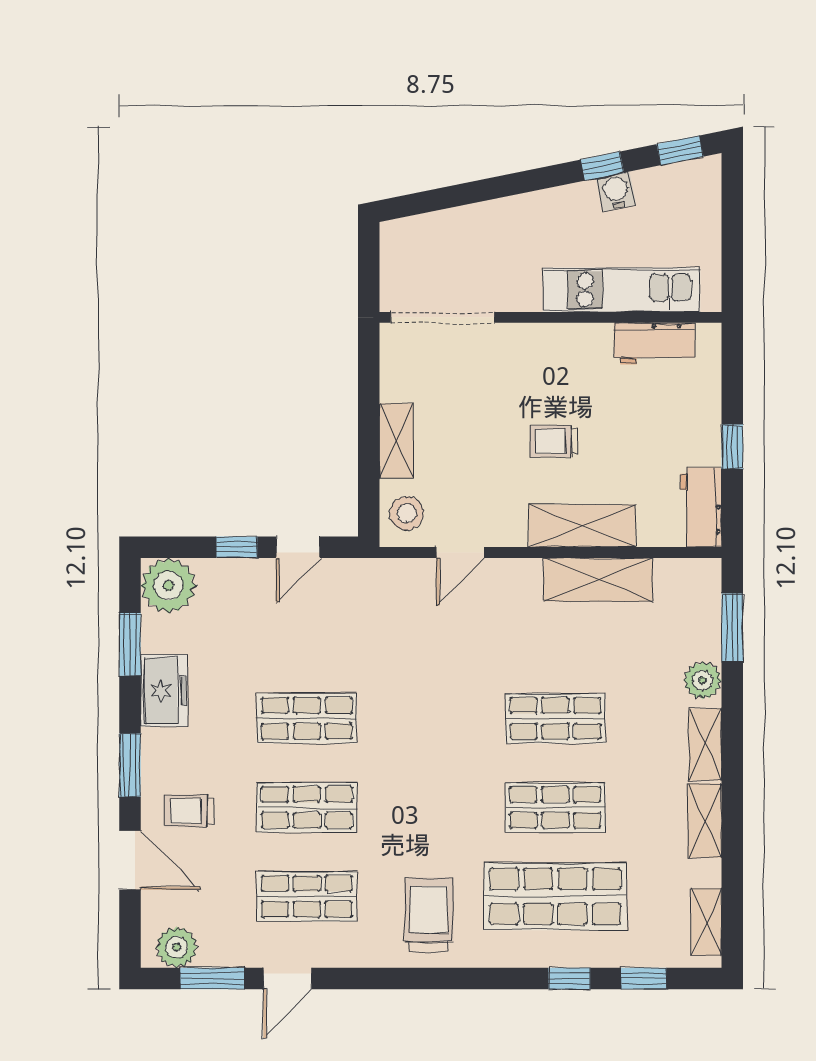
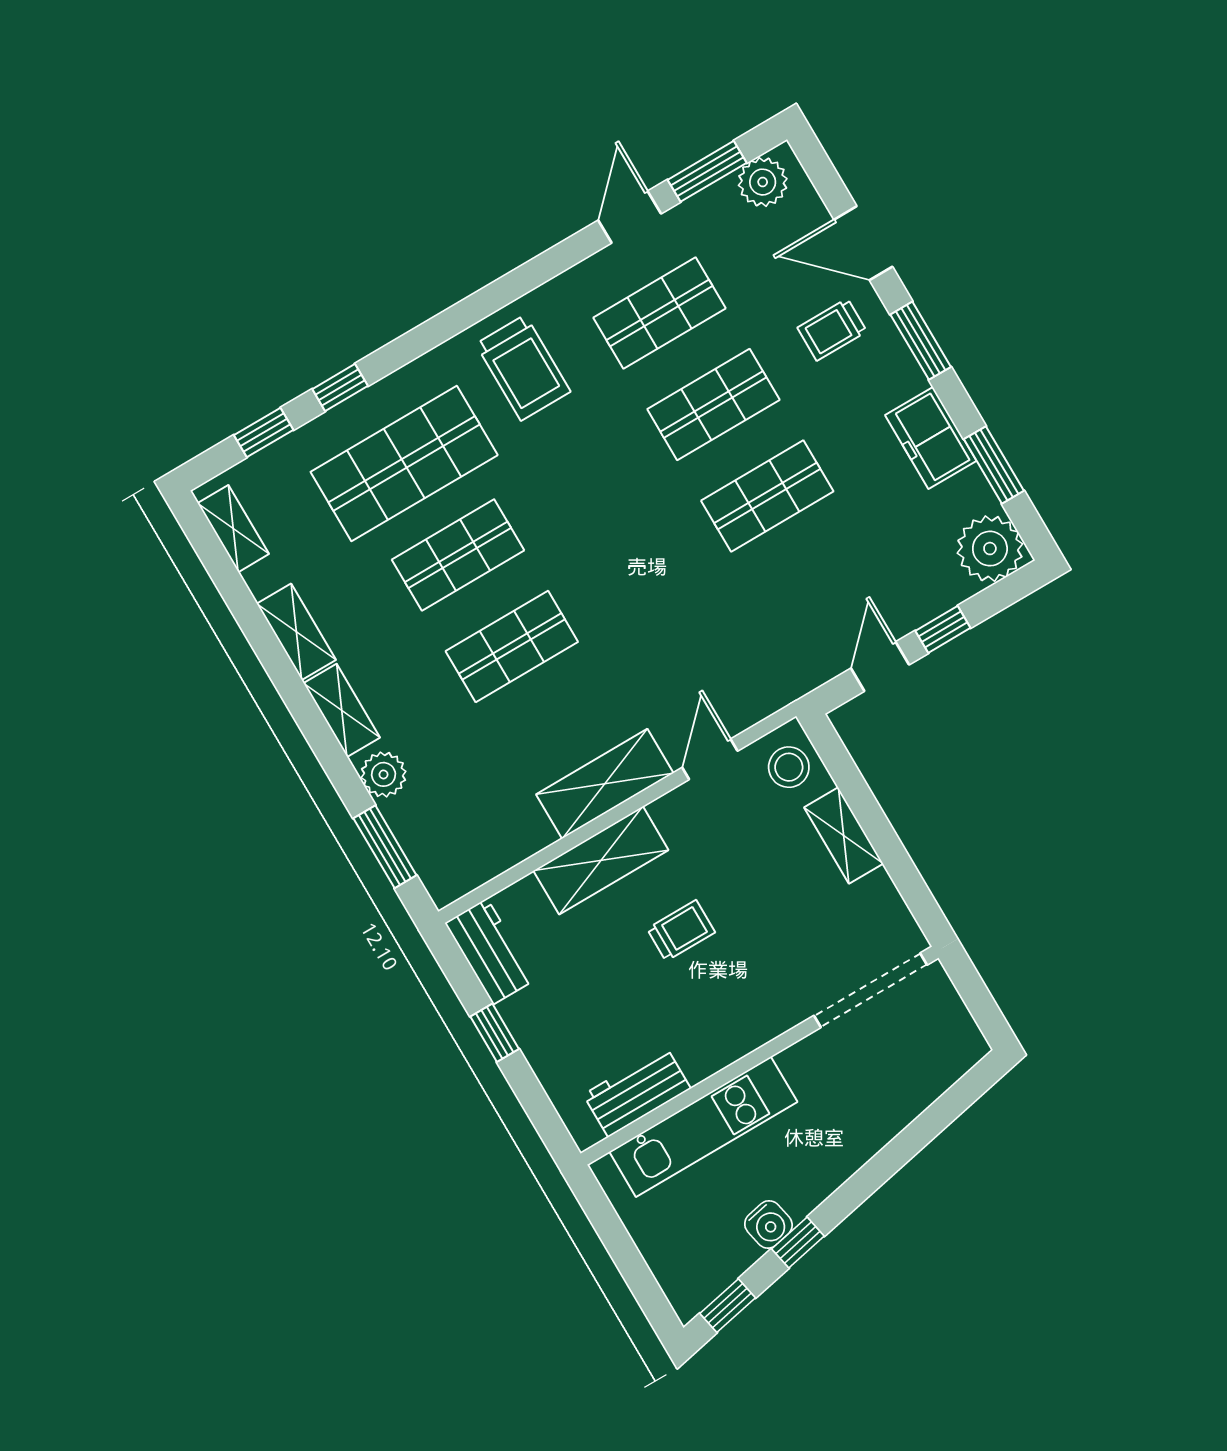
shelving: (598, 580) -> (605, 784), moved
trolley: (189, 811) -> (832, 330), turned 180

